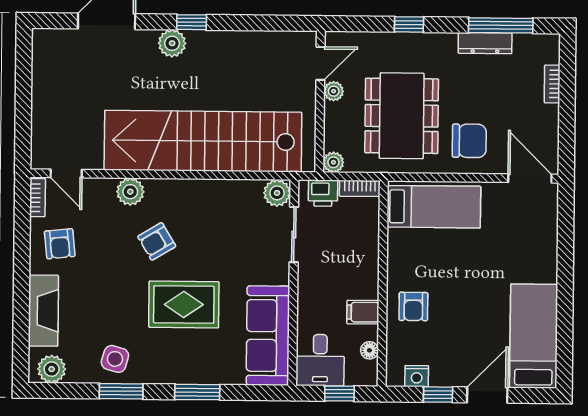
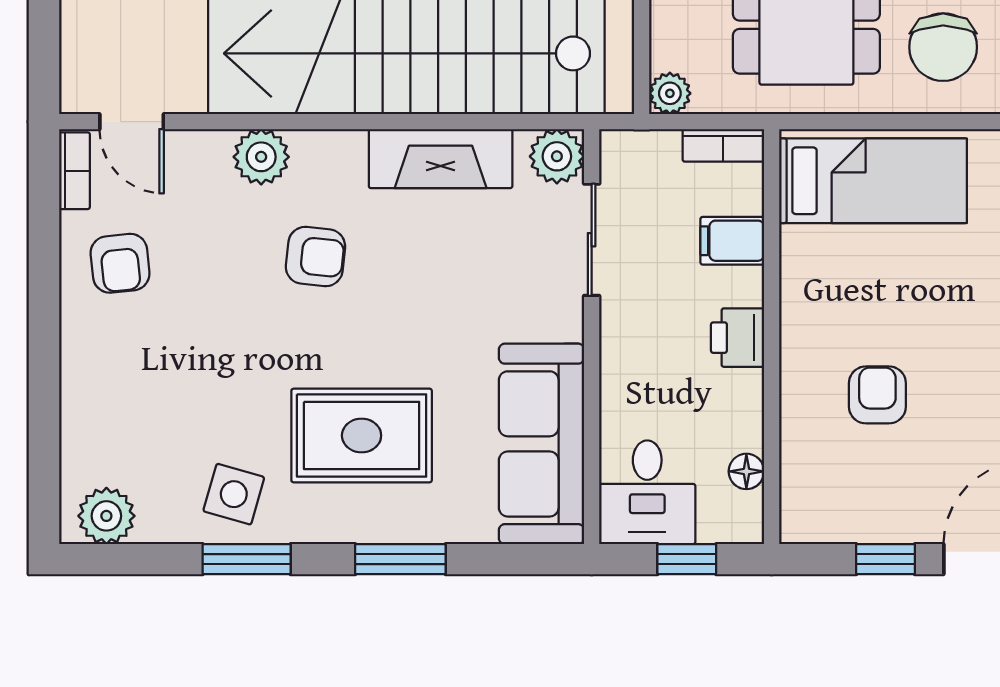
chair: (469, 141) -> (943, 47), turned 90
printer: (323, 193) -> (738, 338), moved, turned 90
armchair: (157, 241) -> (315, 257), turned -143
rug: (184, 305) -> (362, 436), moved
armchair: (413, 306) -> (877, 395), moved, turned 180
fireplace: (43, 311) -> (441, 159), moved, turned 90
filing cabinet: (363, 312) -> (732, 241), moved
nightstand: (417, 376) -> (842, 523), removed

